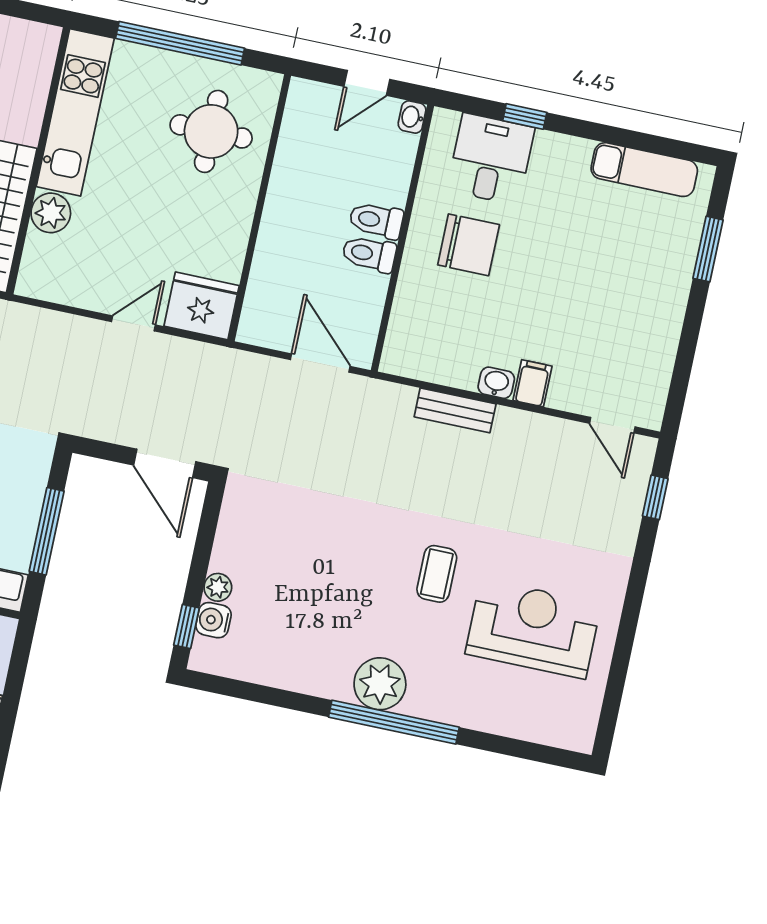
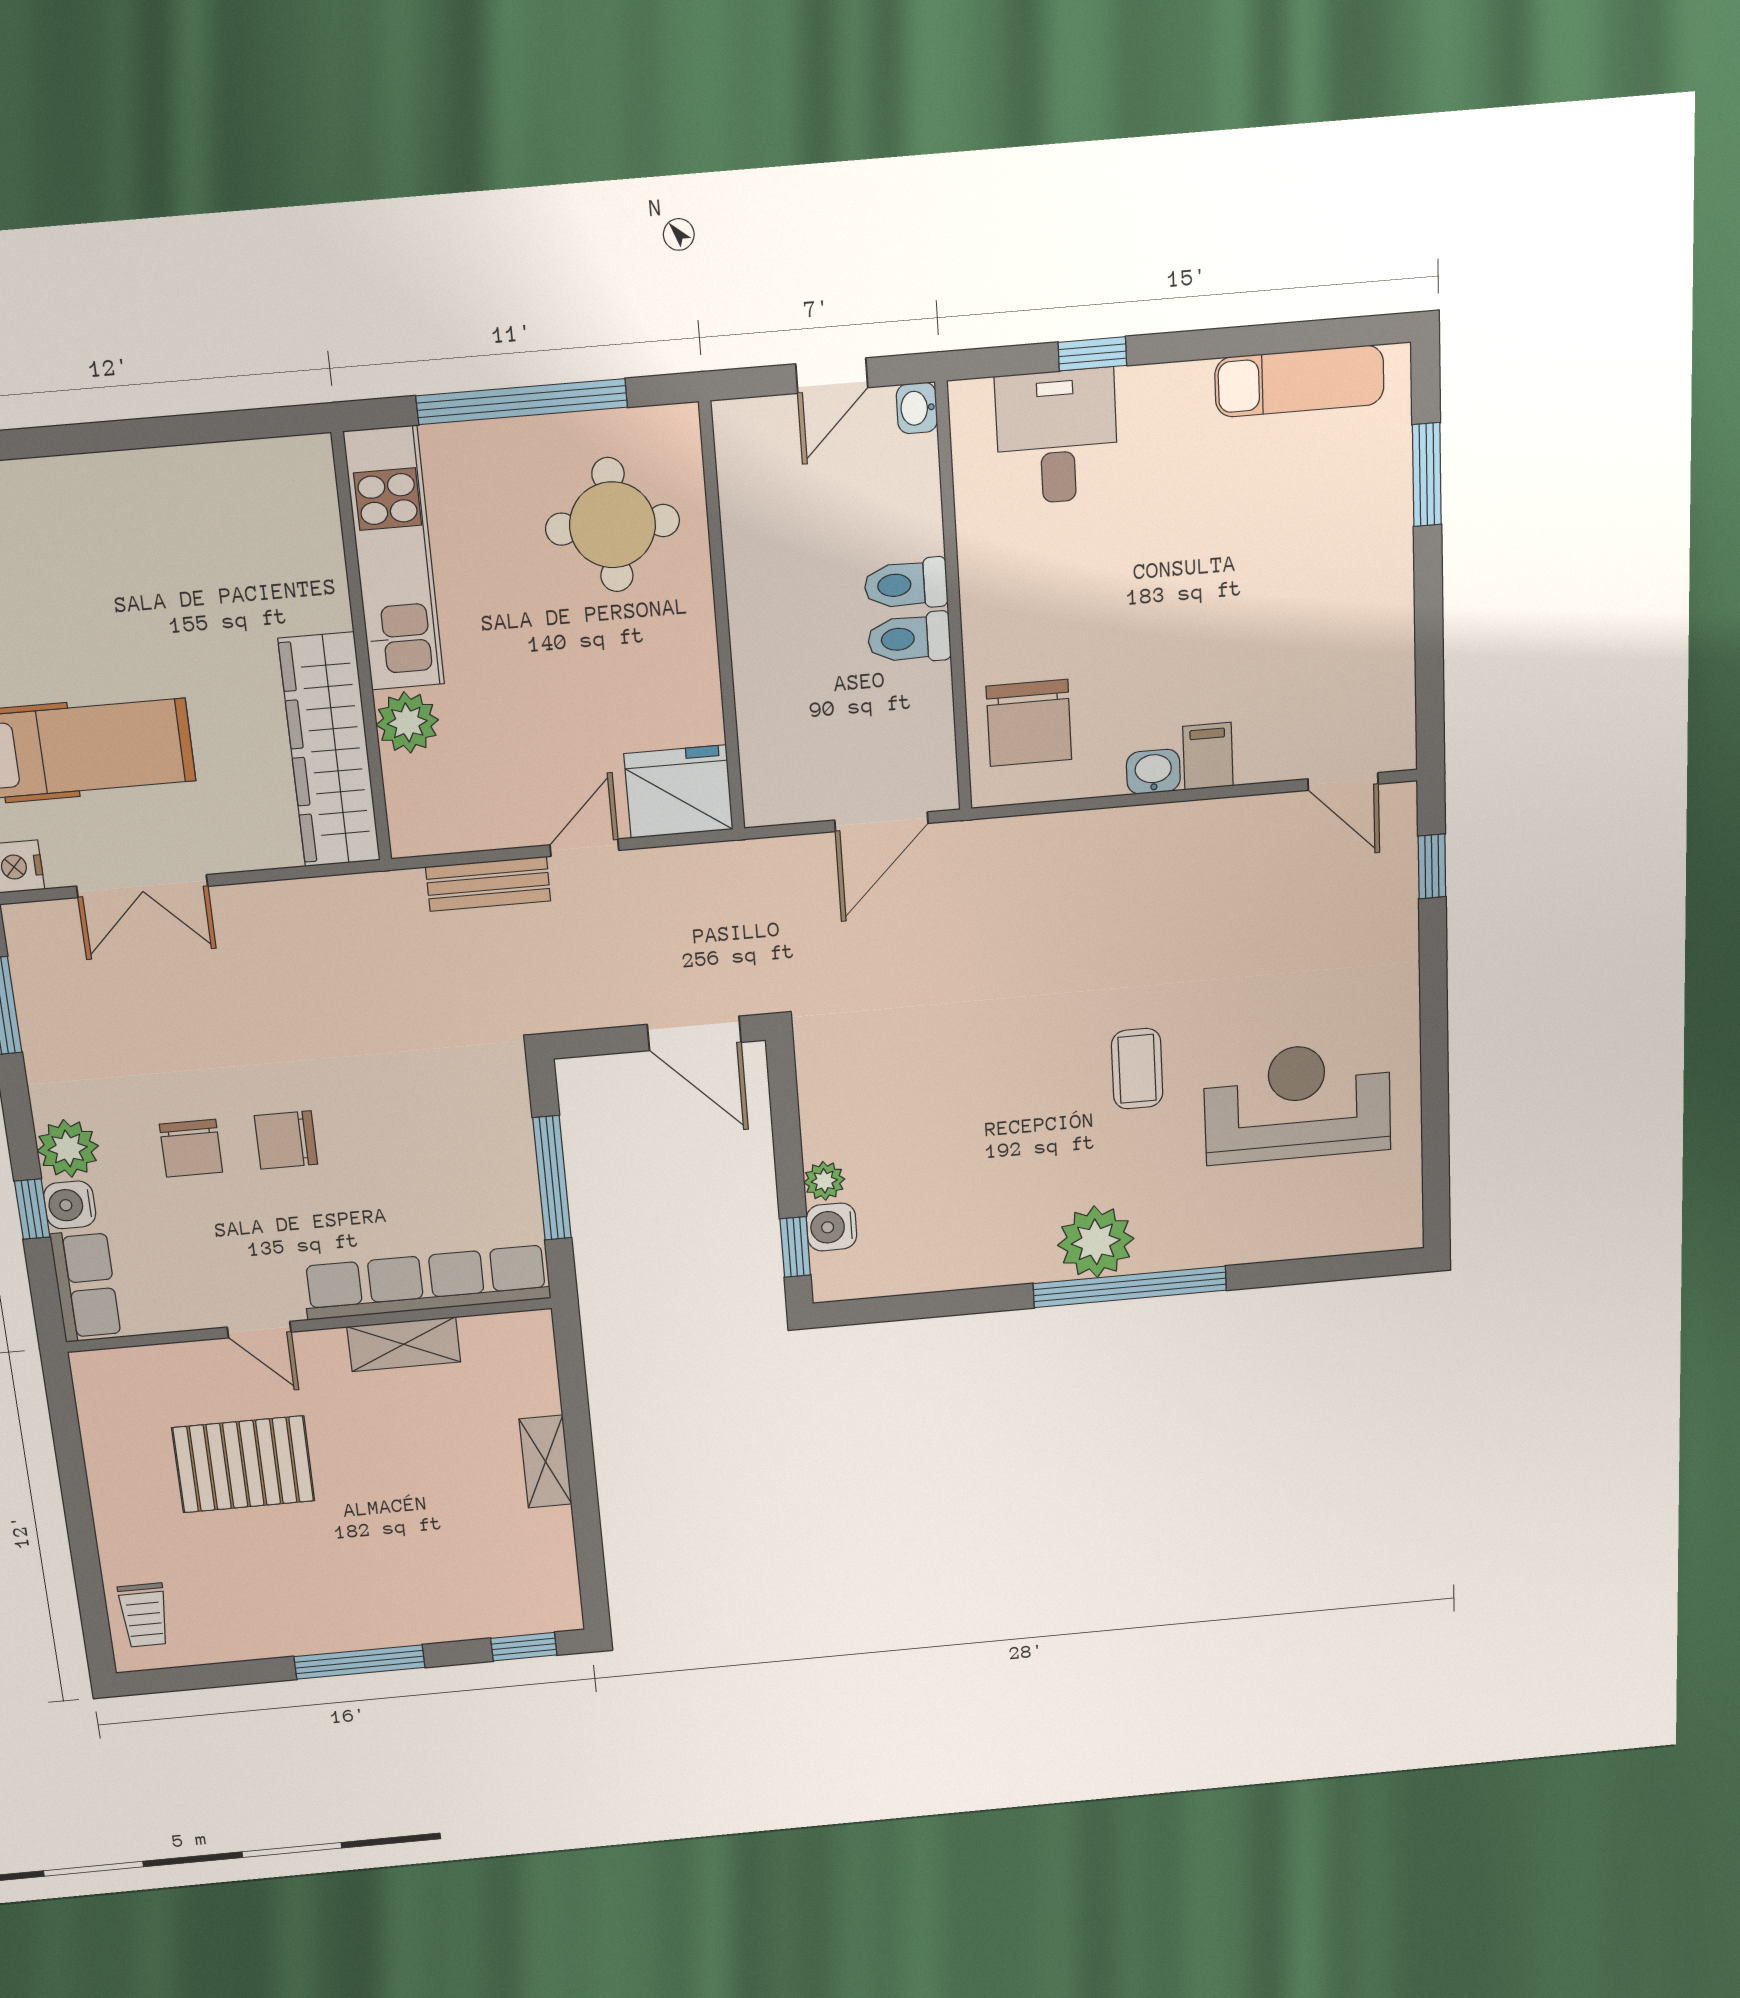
chair: (469, 245) -> (1029, 723), moved, turned 90
door: (320, 363) -> (881, 822), swing flipped
bench: (455, 410) -> (488, 884), moved

